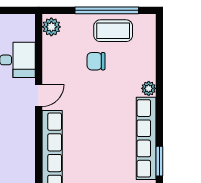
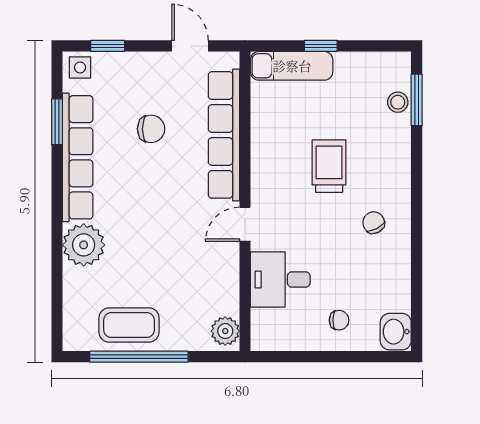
chair: (96, 61) -> (151, 129), moved
plant: (149, 88) -> (84, 245), width x1.88, depth x1.88

